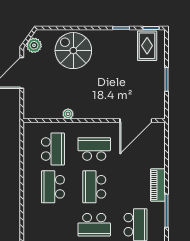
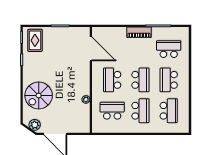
rug: (147, 46) -> (35, 40), turned 90
school desk: (53, 187) -> (140, 111), turned -90
school desk: (94, 187) -> (140, 80), turned -90
school desk: (53, 225) -> (169, 111), added
school desk: (94, 225) -> (169, 80), turned 180

